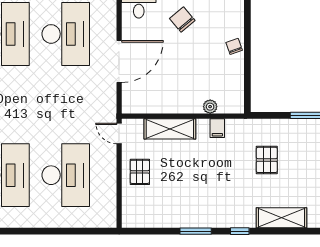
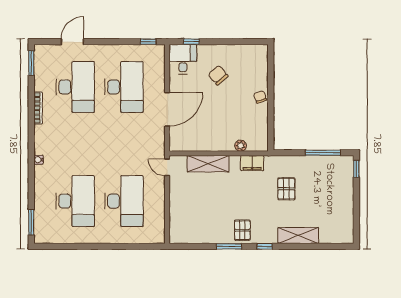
filing cabinet: (217, 128) -> (252, 163), width x2.00
pallet: (140, 172) -> (242, 230), moved

